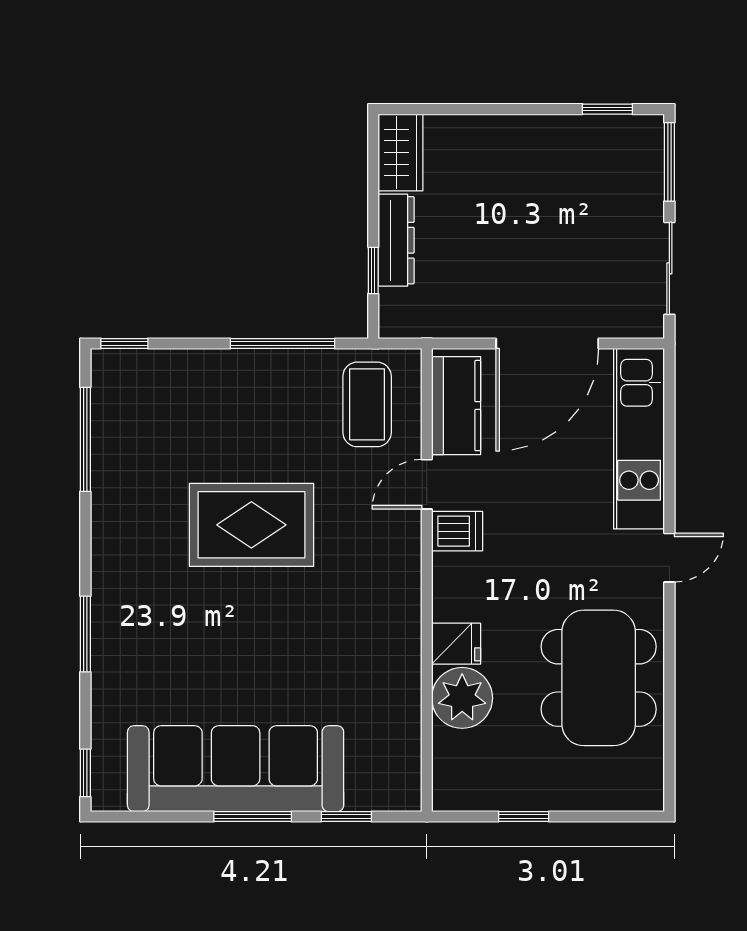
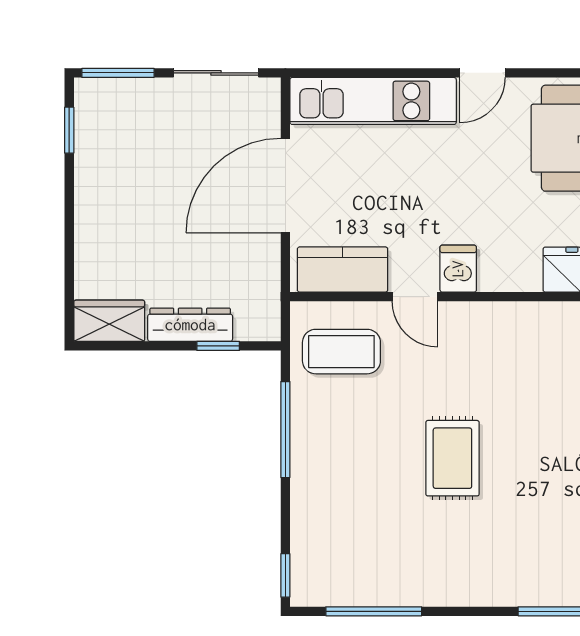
door: (547, 344) -> (285, 186), swing flipped
rug: (251, 525) -> (452, 458), width x0.73, depth x0.70
door: (669, 558) -> (483, 73), swing flipped

